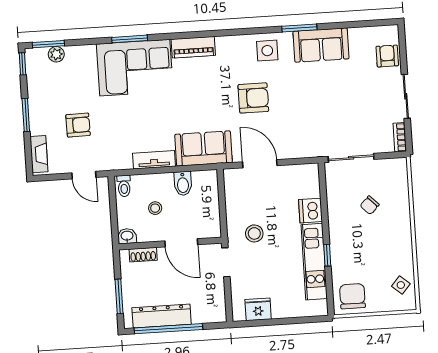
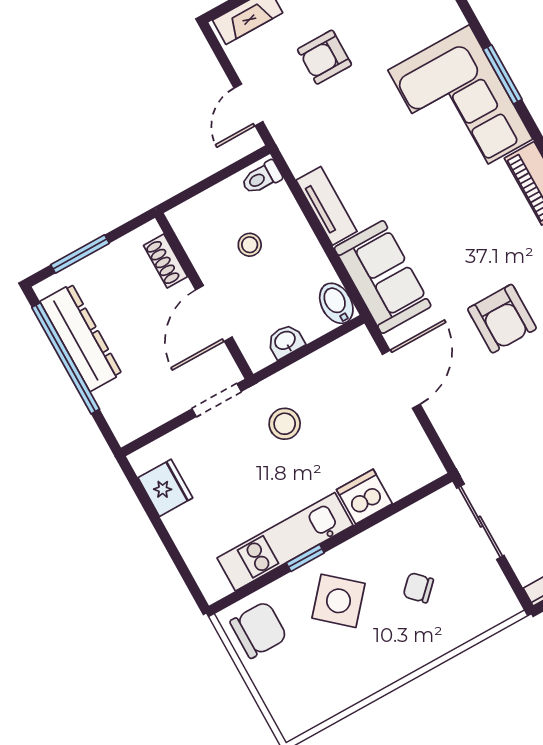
armchair: (78, 125) -> (324, 57), turned 91
bidet: (183, 183) -> (336, 303), moved, turned 90
washbasin: (127, 236) -> (285, 341), moved, turned -90
side table: (401, 285) -> (338, 601), moved, width x1.87, depth x1.87

